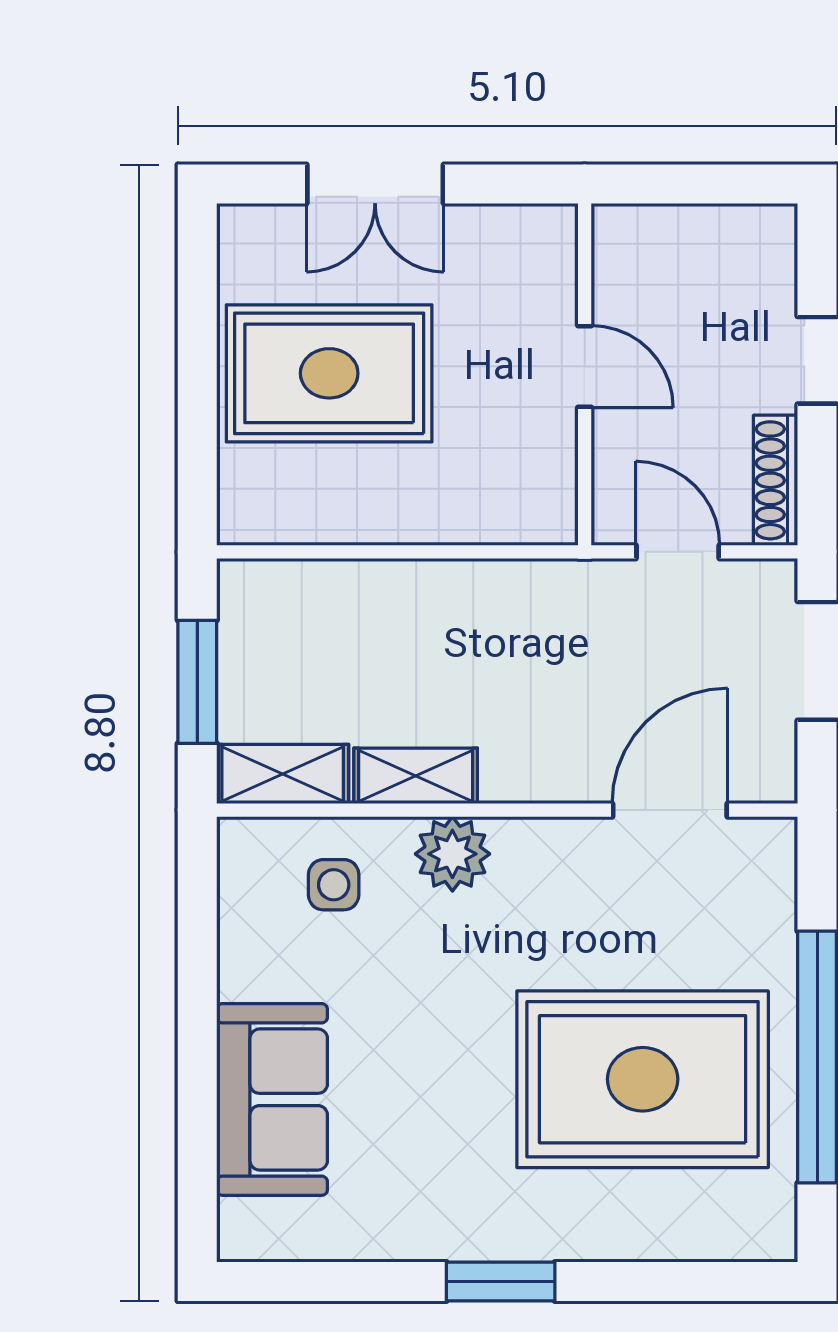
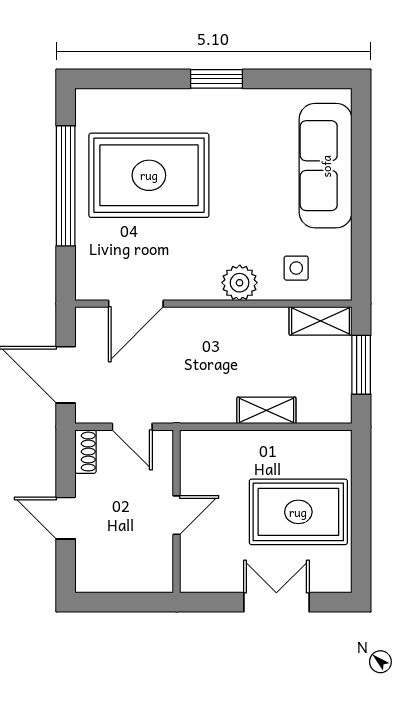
door: (585, 366) -> (177, 515), swing flipped
shoe rack: (776, 480) -> (85, 452), width x0.70
shelving: (416, 776) -> (266, 410), moved
sofa: (272, 1099) -> (326, 166), width x1.36

